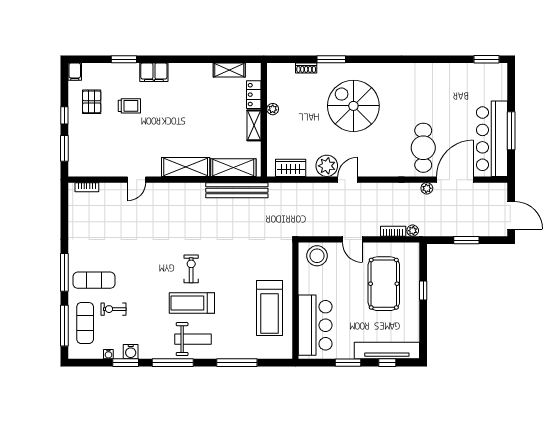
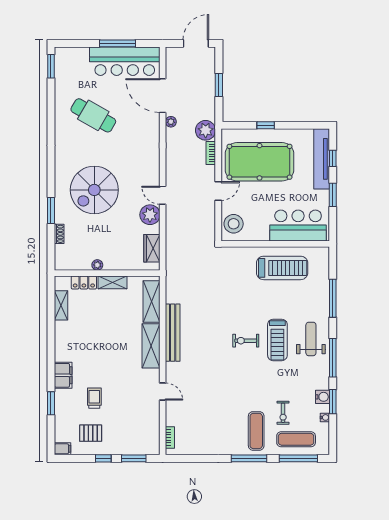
cafe table: (423, 148) -> (93, 115), moved, turned 30
bench: (237, 190) -> (173, 333), moved
plant: (413, 231) -> (206, 130), width x1.88, depth x1.88
pool table: (384, 284) -> (259, 162), width x1.36, depth x1.32

